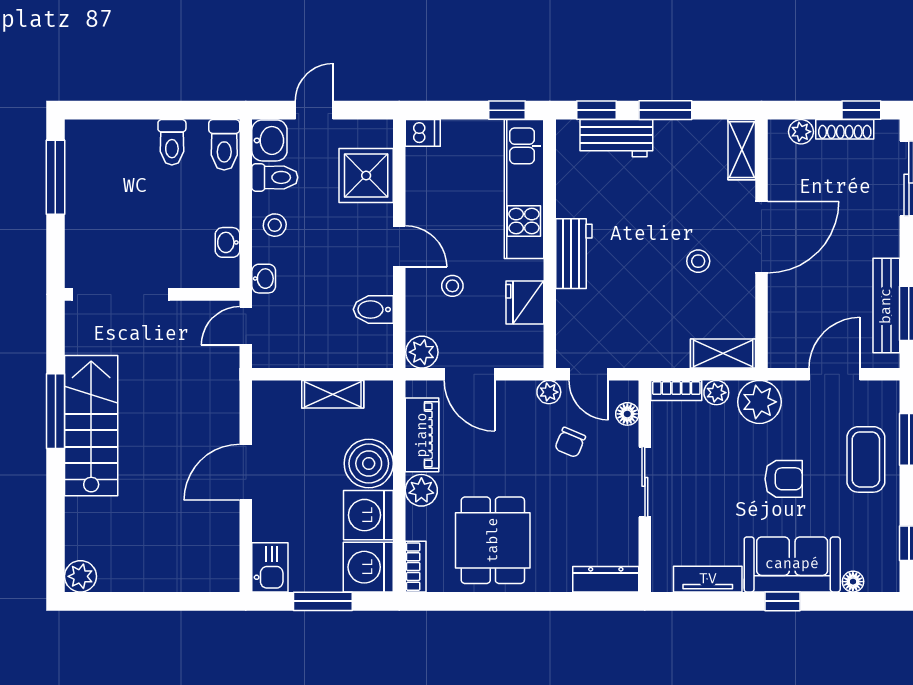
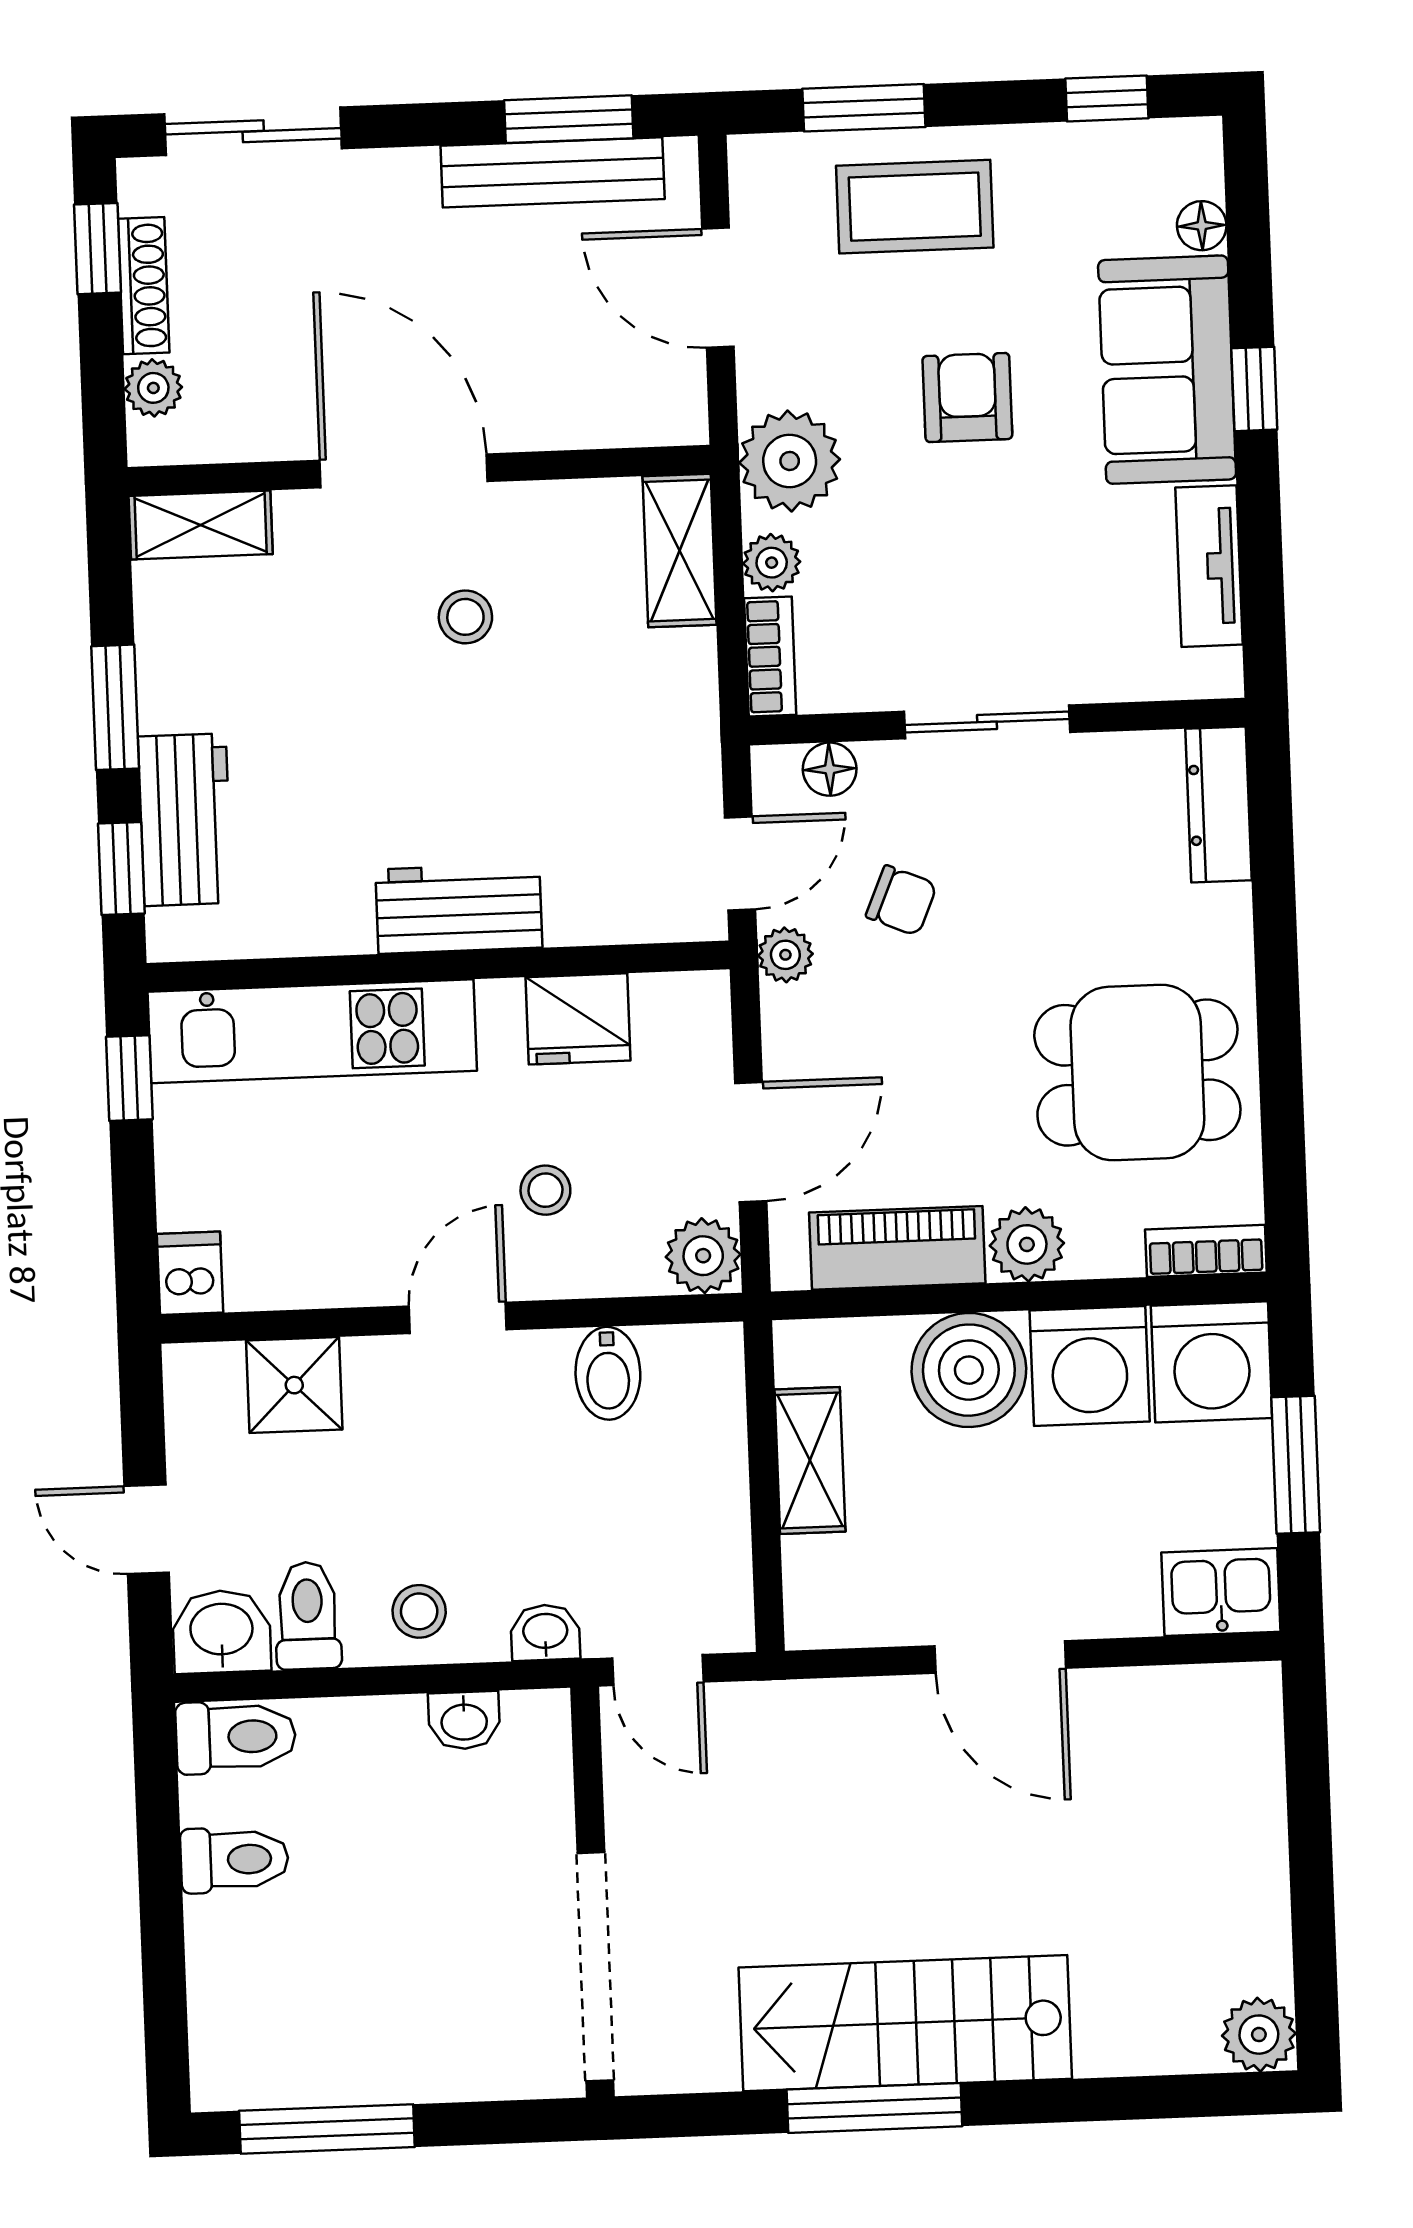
shower: (366, 176) -> (294, 1385), width x0.73, depth x0.73

